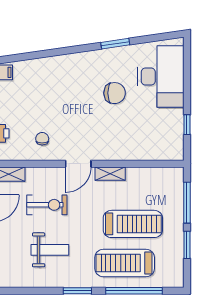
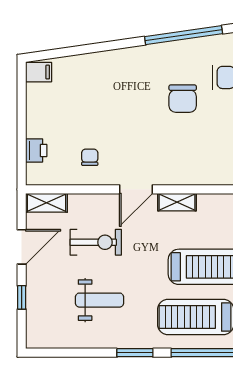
window: (115, 44) -> (184, 35), width x2.11
chair: (115, 93) -> (183, 99), turned 90

